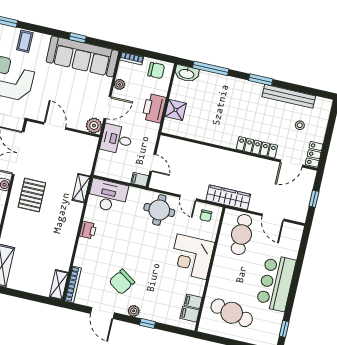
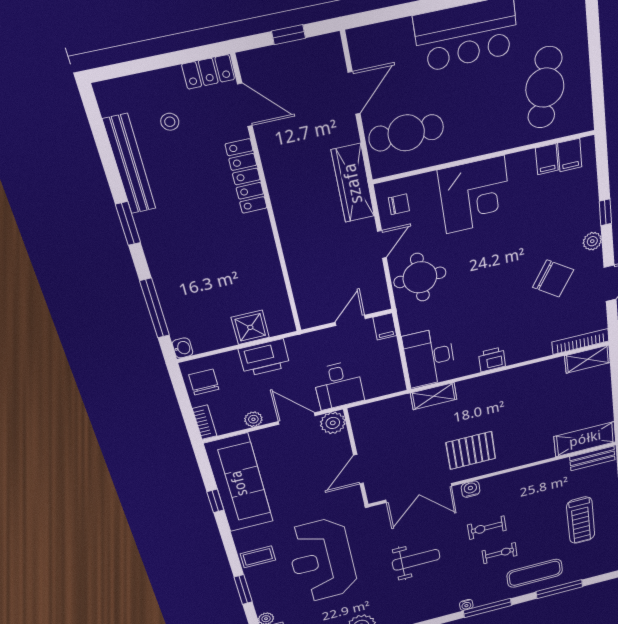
washbasin: (187, 74) -> (183, 348), width x0.52, depth x0.69

